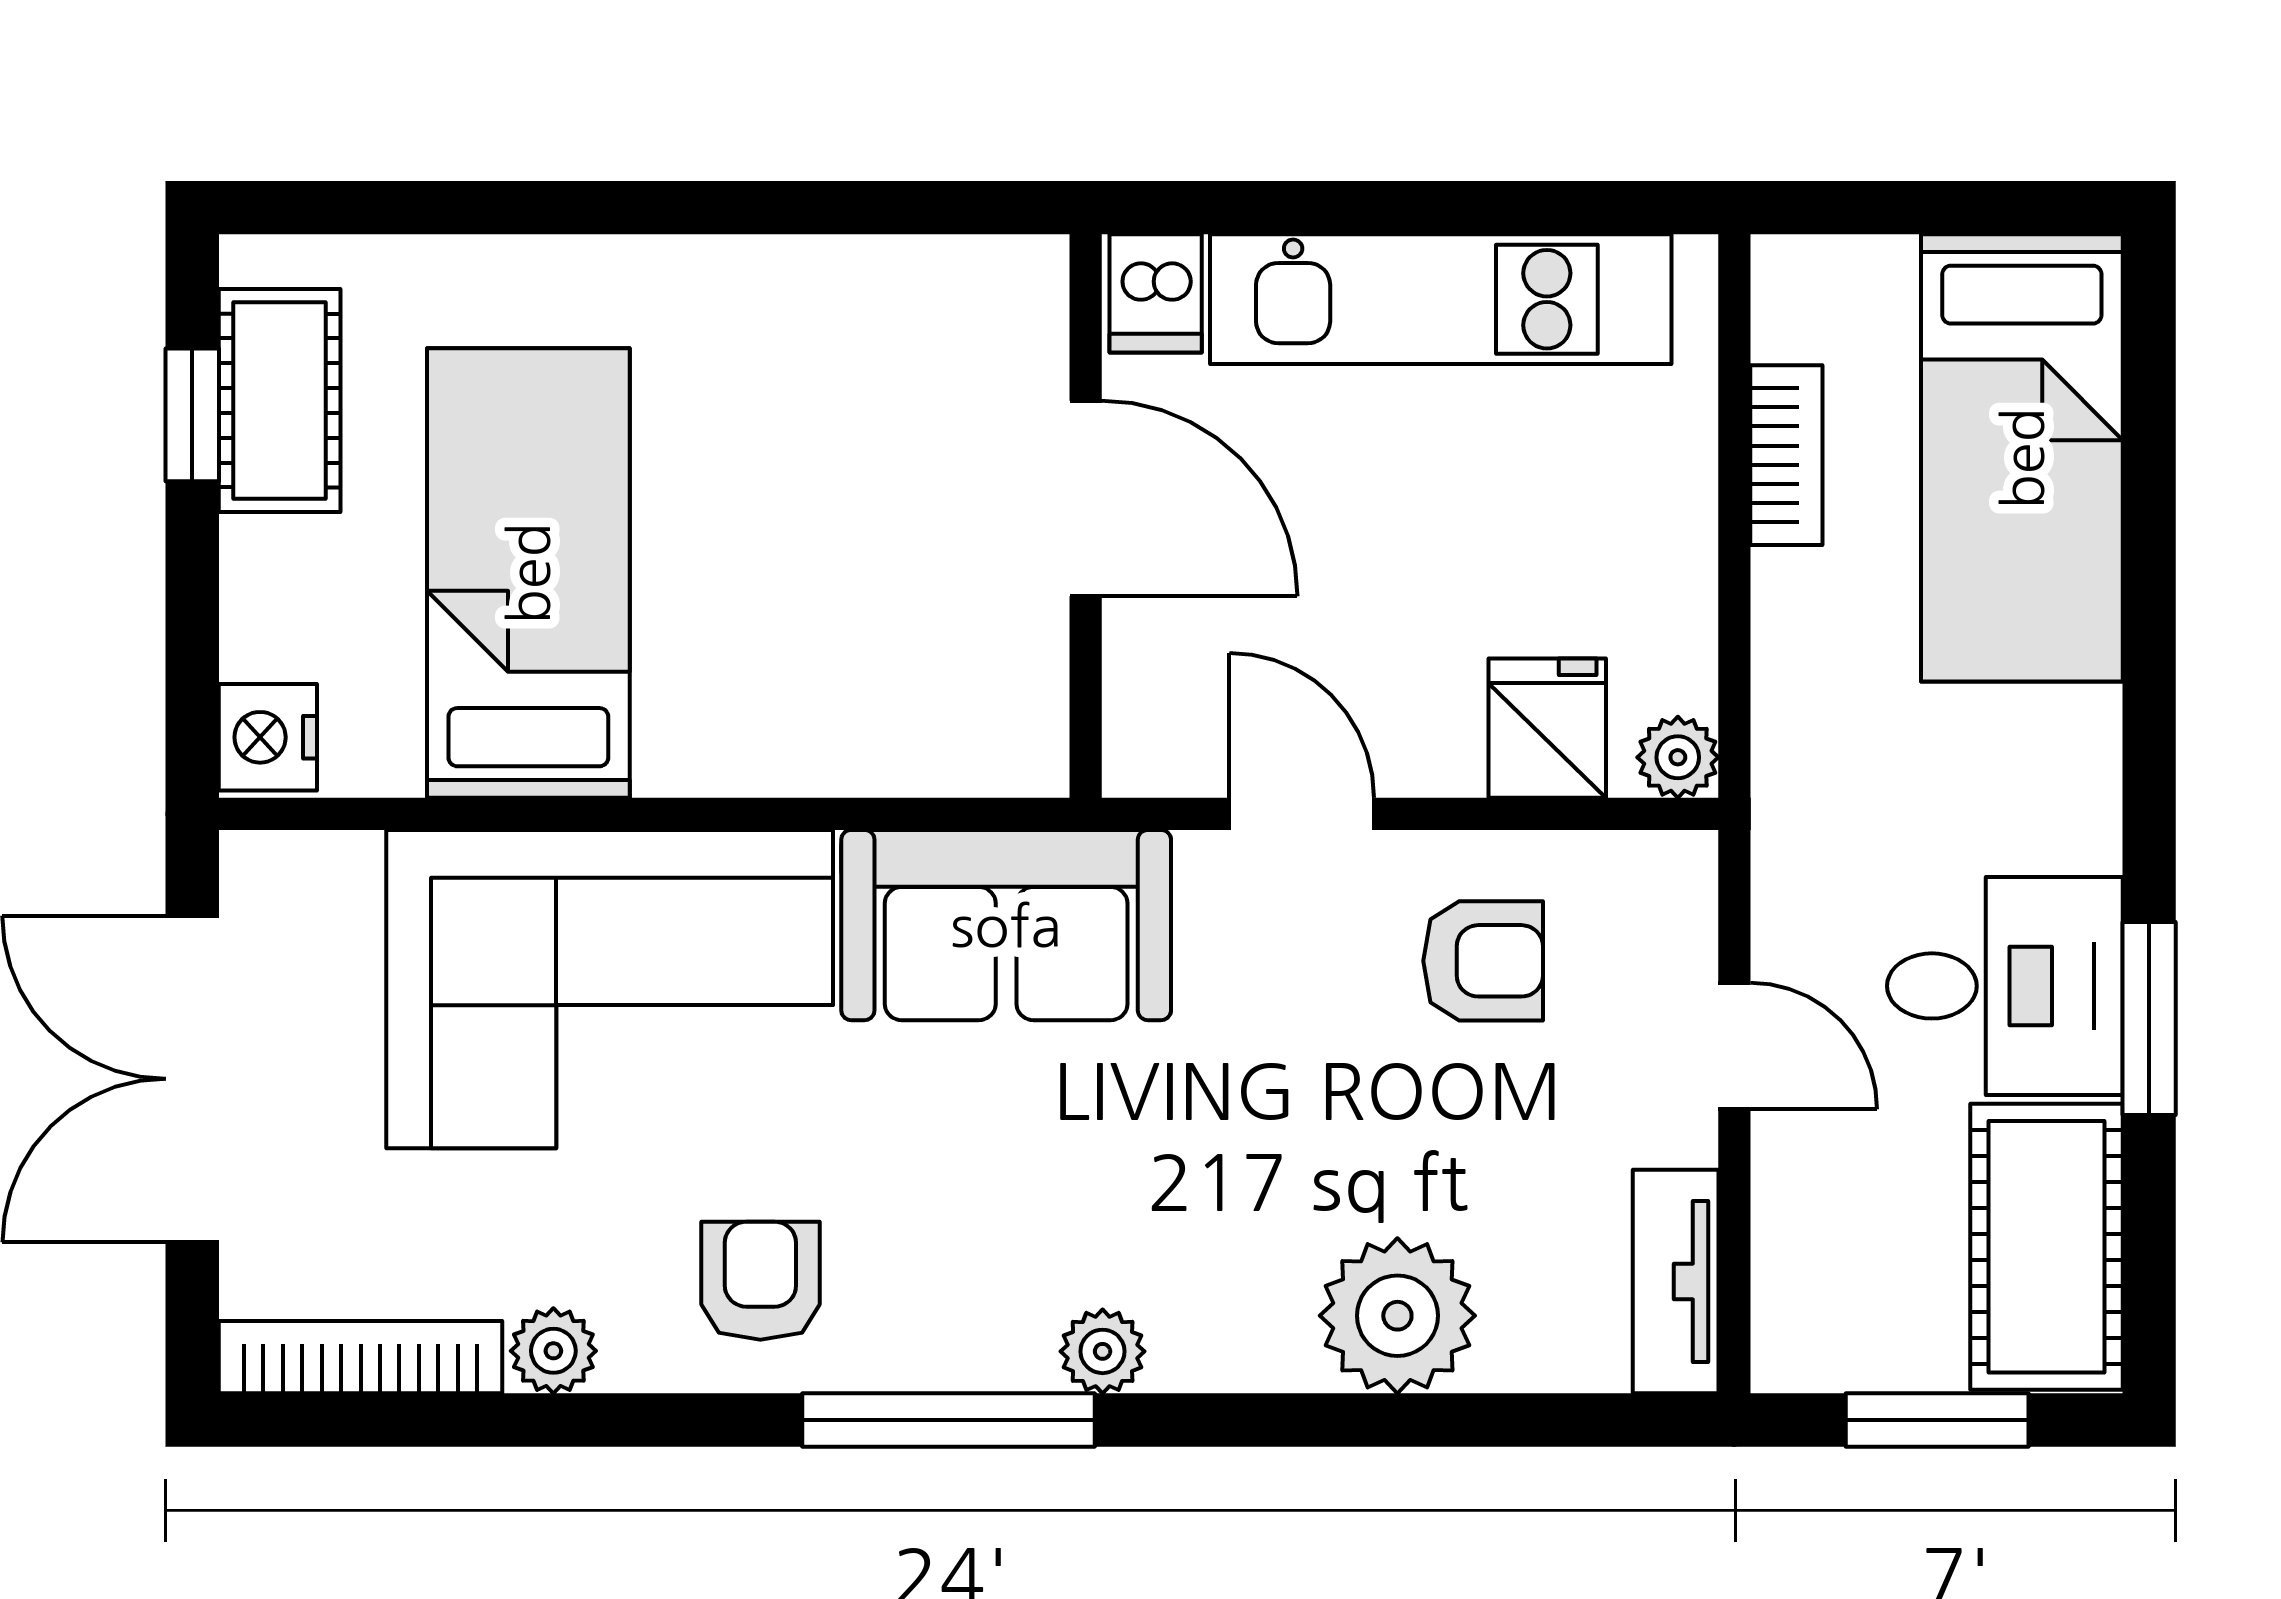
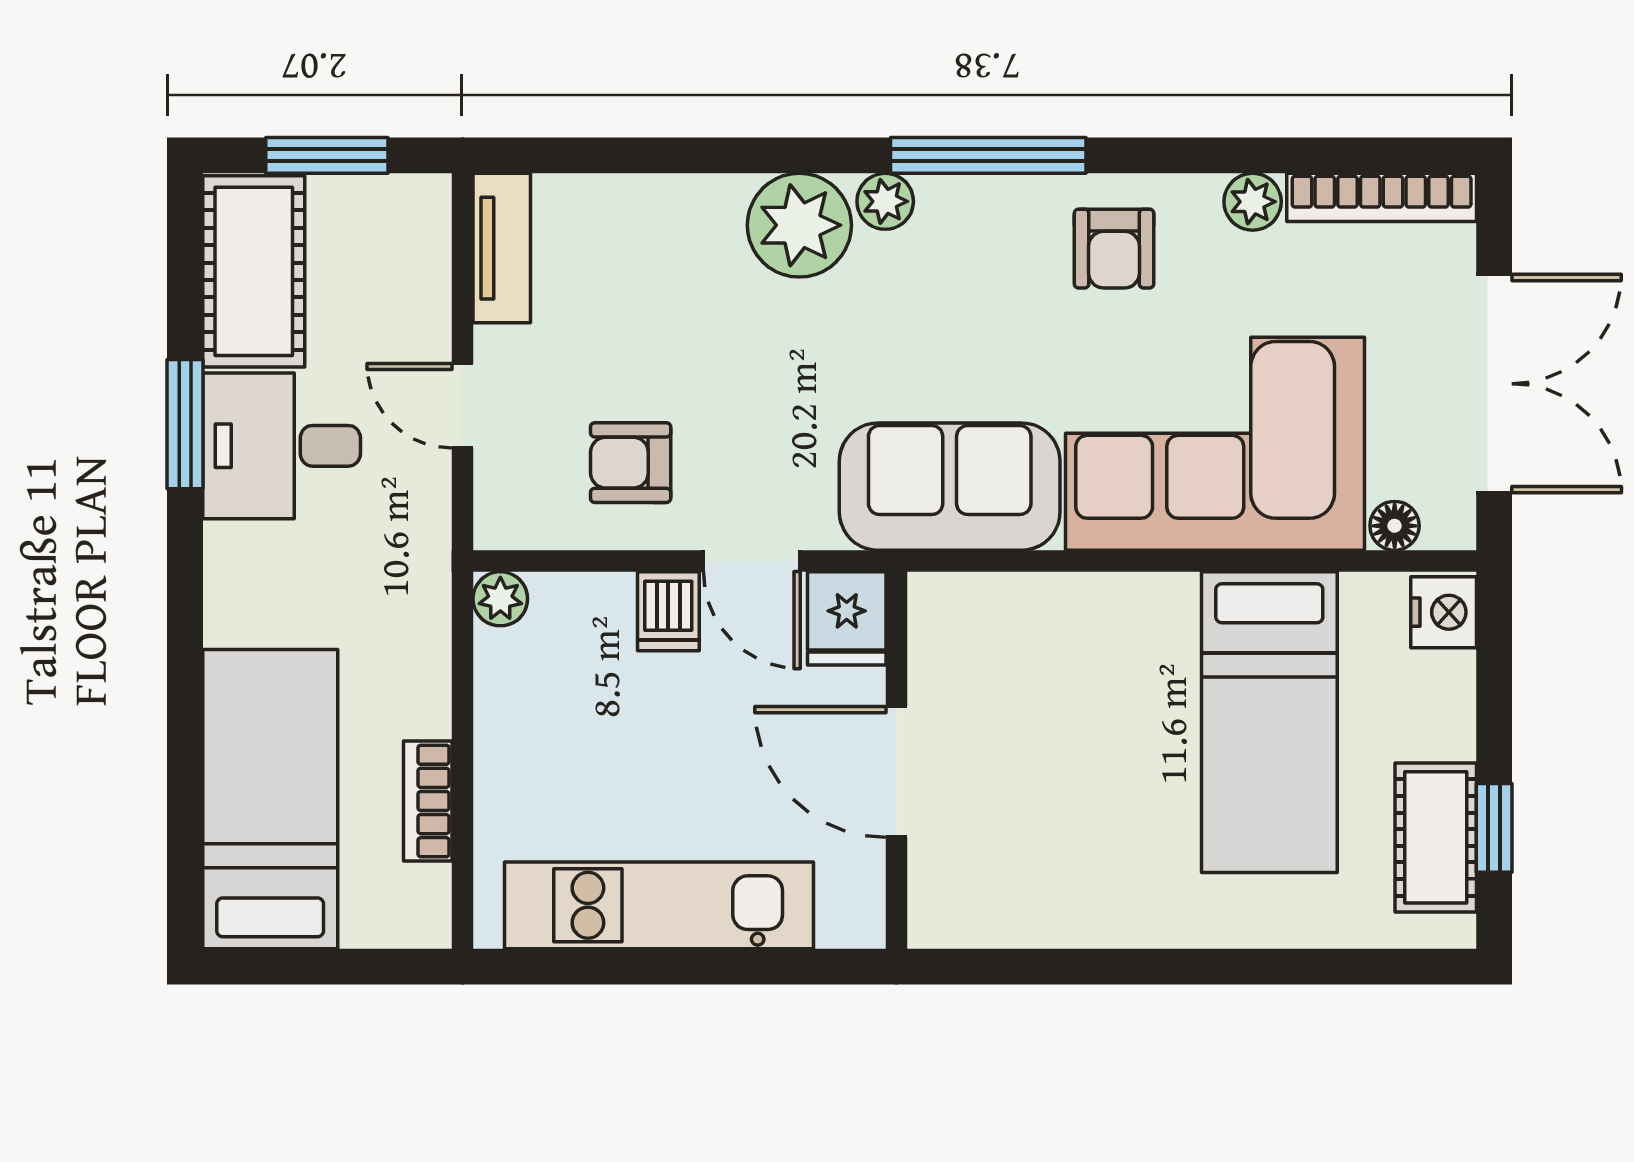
dishwasher: (1156, 293) -> (668, 611), moved, turned 180
fridge: (1547, 728) -> (847, 618), moved
floor lamp: (341, 866) -> (1395, 526), added
plant: (1397, 1316) -> (799, 225), moved

